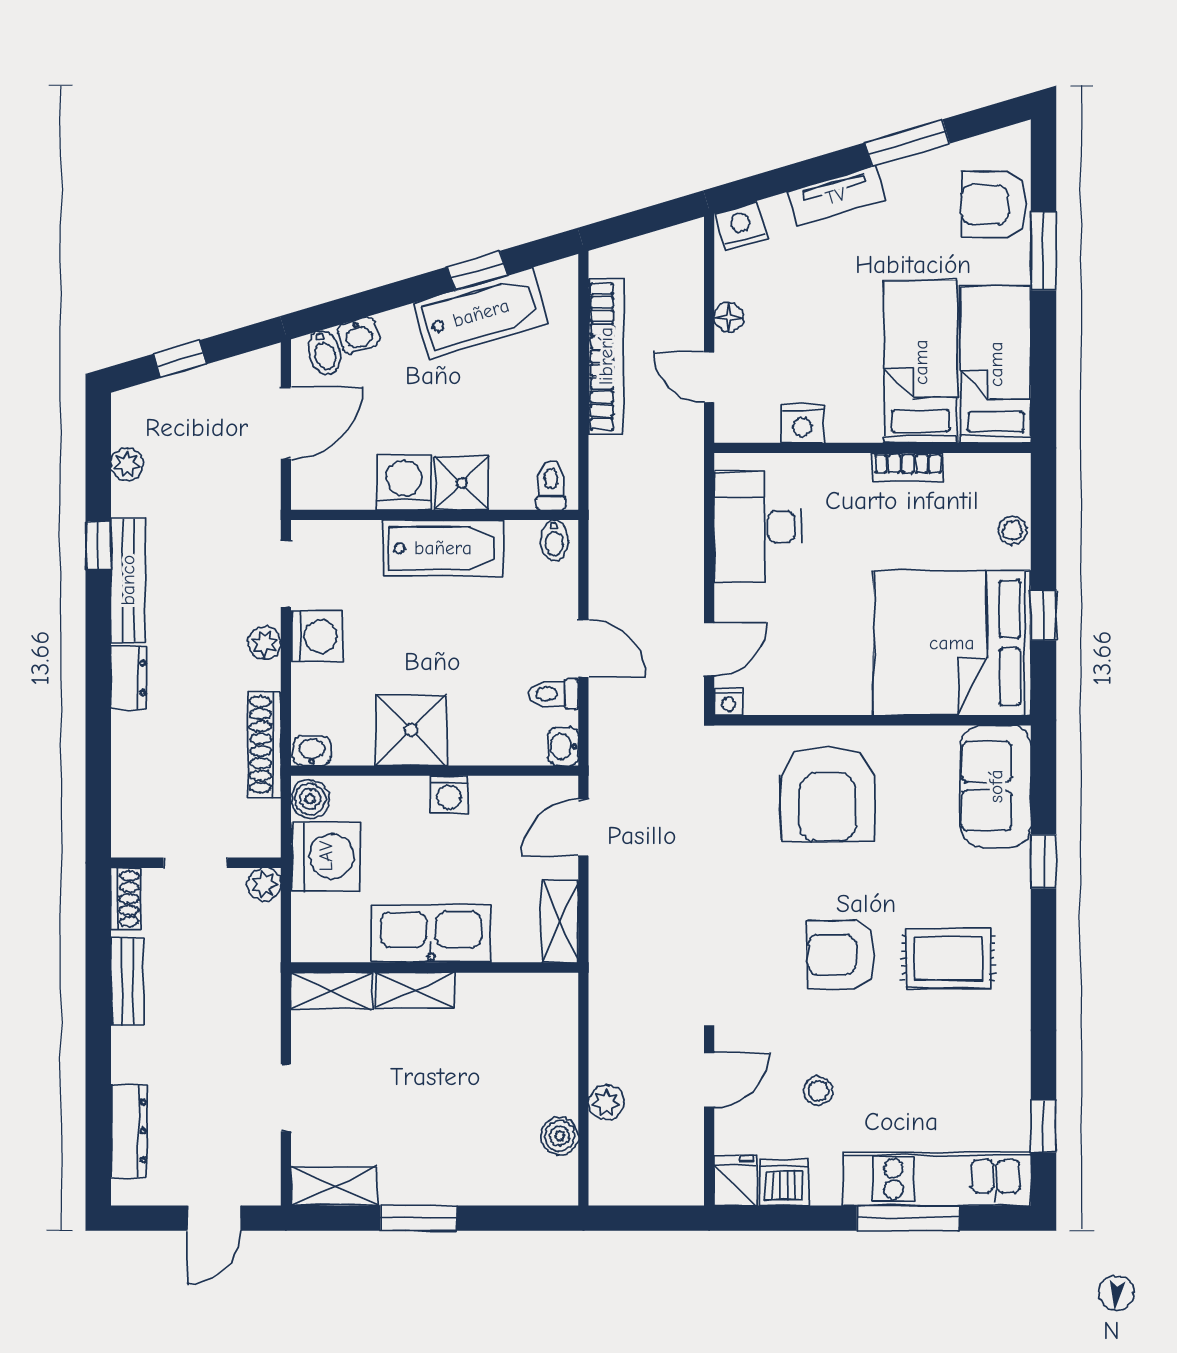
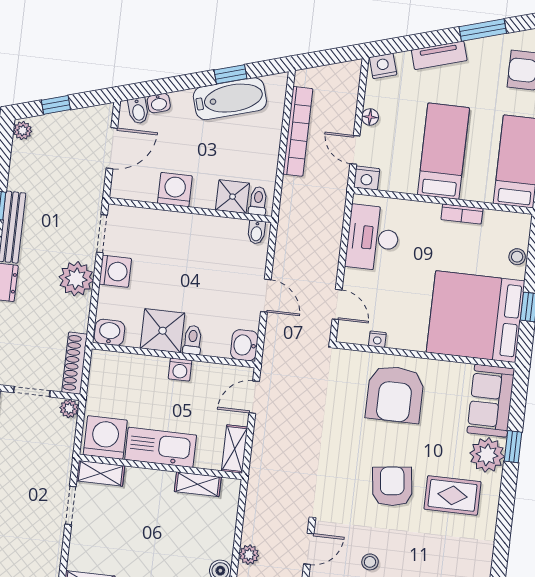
bed: (921, 362) -> (443, 151), moved
nightstand: (802, 424) -> (367, 178), moved
plant: (127, 464) -> (23, 131), moved
shower: (462, 483) -> (233, 197), moved
bathtub: (443, 548) -> (193, 230), removed
plant: (265, 643) -> (76, 279), width x1.88, depth x1.88
door: (709, 649) -> (337, 304), hinge flipped
toilet: (553, 694) -> (193, 340), moved, turned 90
nightstand: (728, 702) -> (377, 339), moved
shoe rack: (264, 745) -> (75, 363), moved
washbasin: (563, 746) -> (244, 345), width x1.38, depth x1.45
washbasin: (312, 751) -> (109, 332), width x1.38, depth x1.45
boiler: (310, 799) -> (101, 363), removed
washing machine: (326, 856) -> (105, 437), moved, turned -90
plant: (1000, 881) -> (487, 455), added
armchair: (842, 955) -> (392, 486), turned 83
shelving: (415, 990) -> (198, 484), moved
doorway: (286, 1098) -> (70, 505), moved

